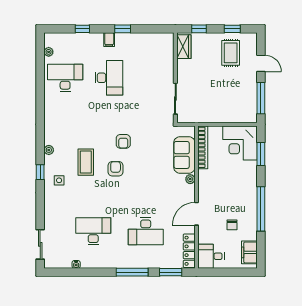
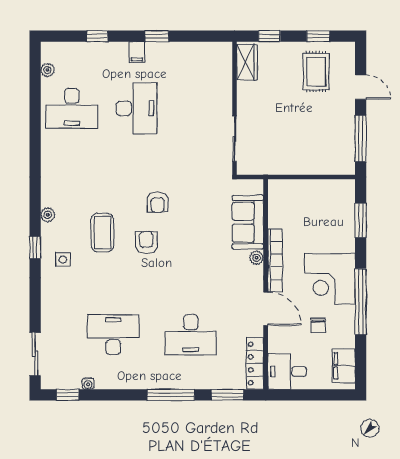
desk: (65, 78) -> (72, 108), turned 180
corner desk: (240, 143) -> (330, 279), moved
bookcase: (203, 147) -> (275, 260), moved
door: (196, 214) -> (266, 309), swing flipped
window: (62, 272) -> (68, 395), added

